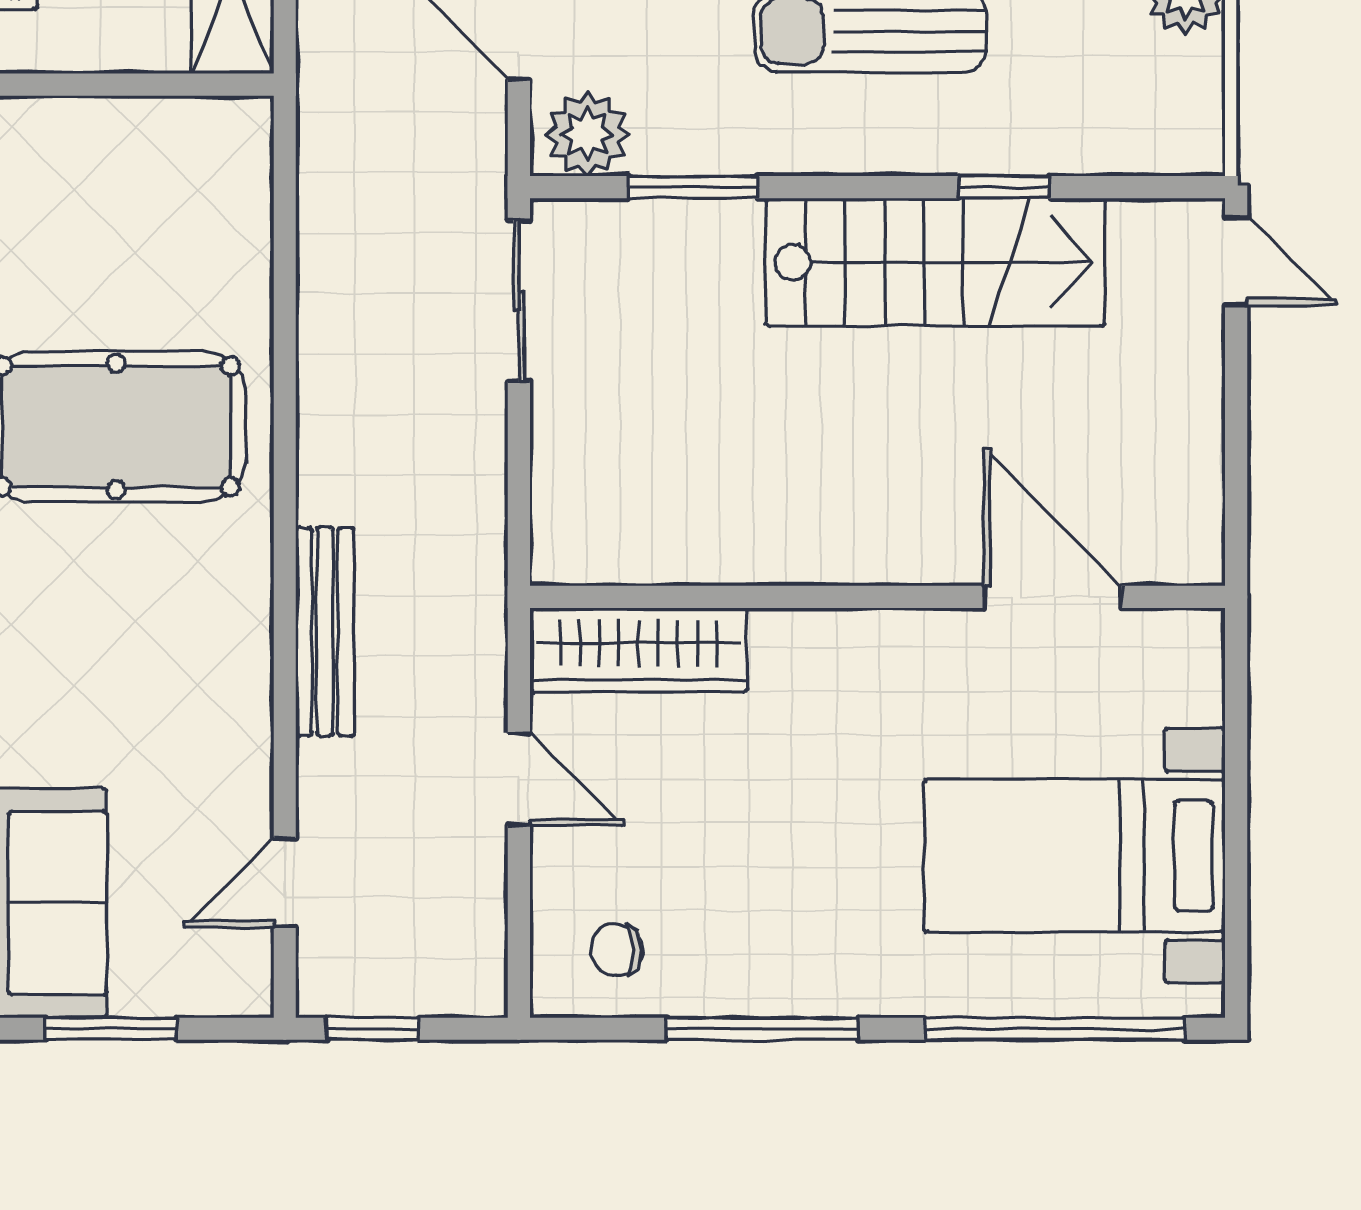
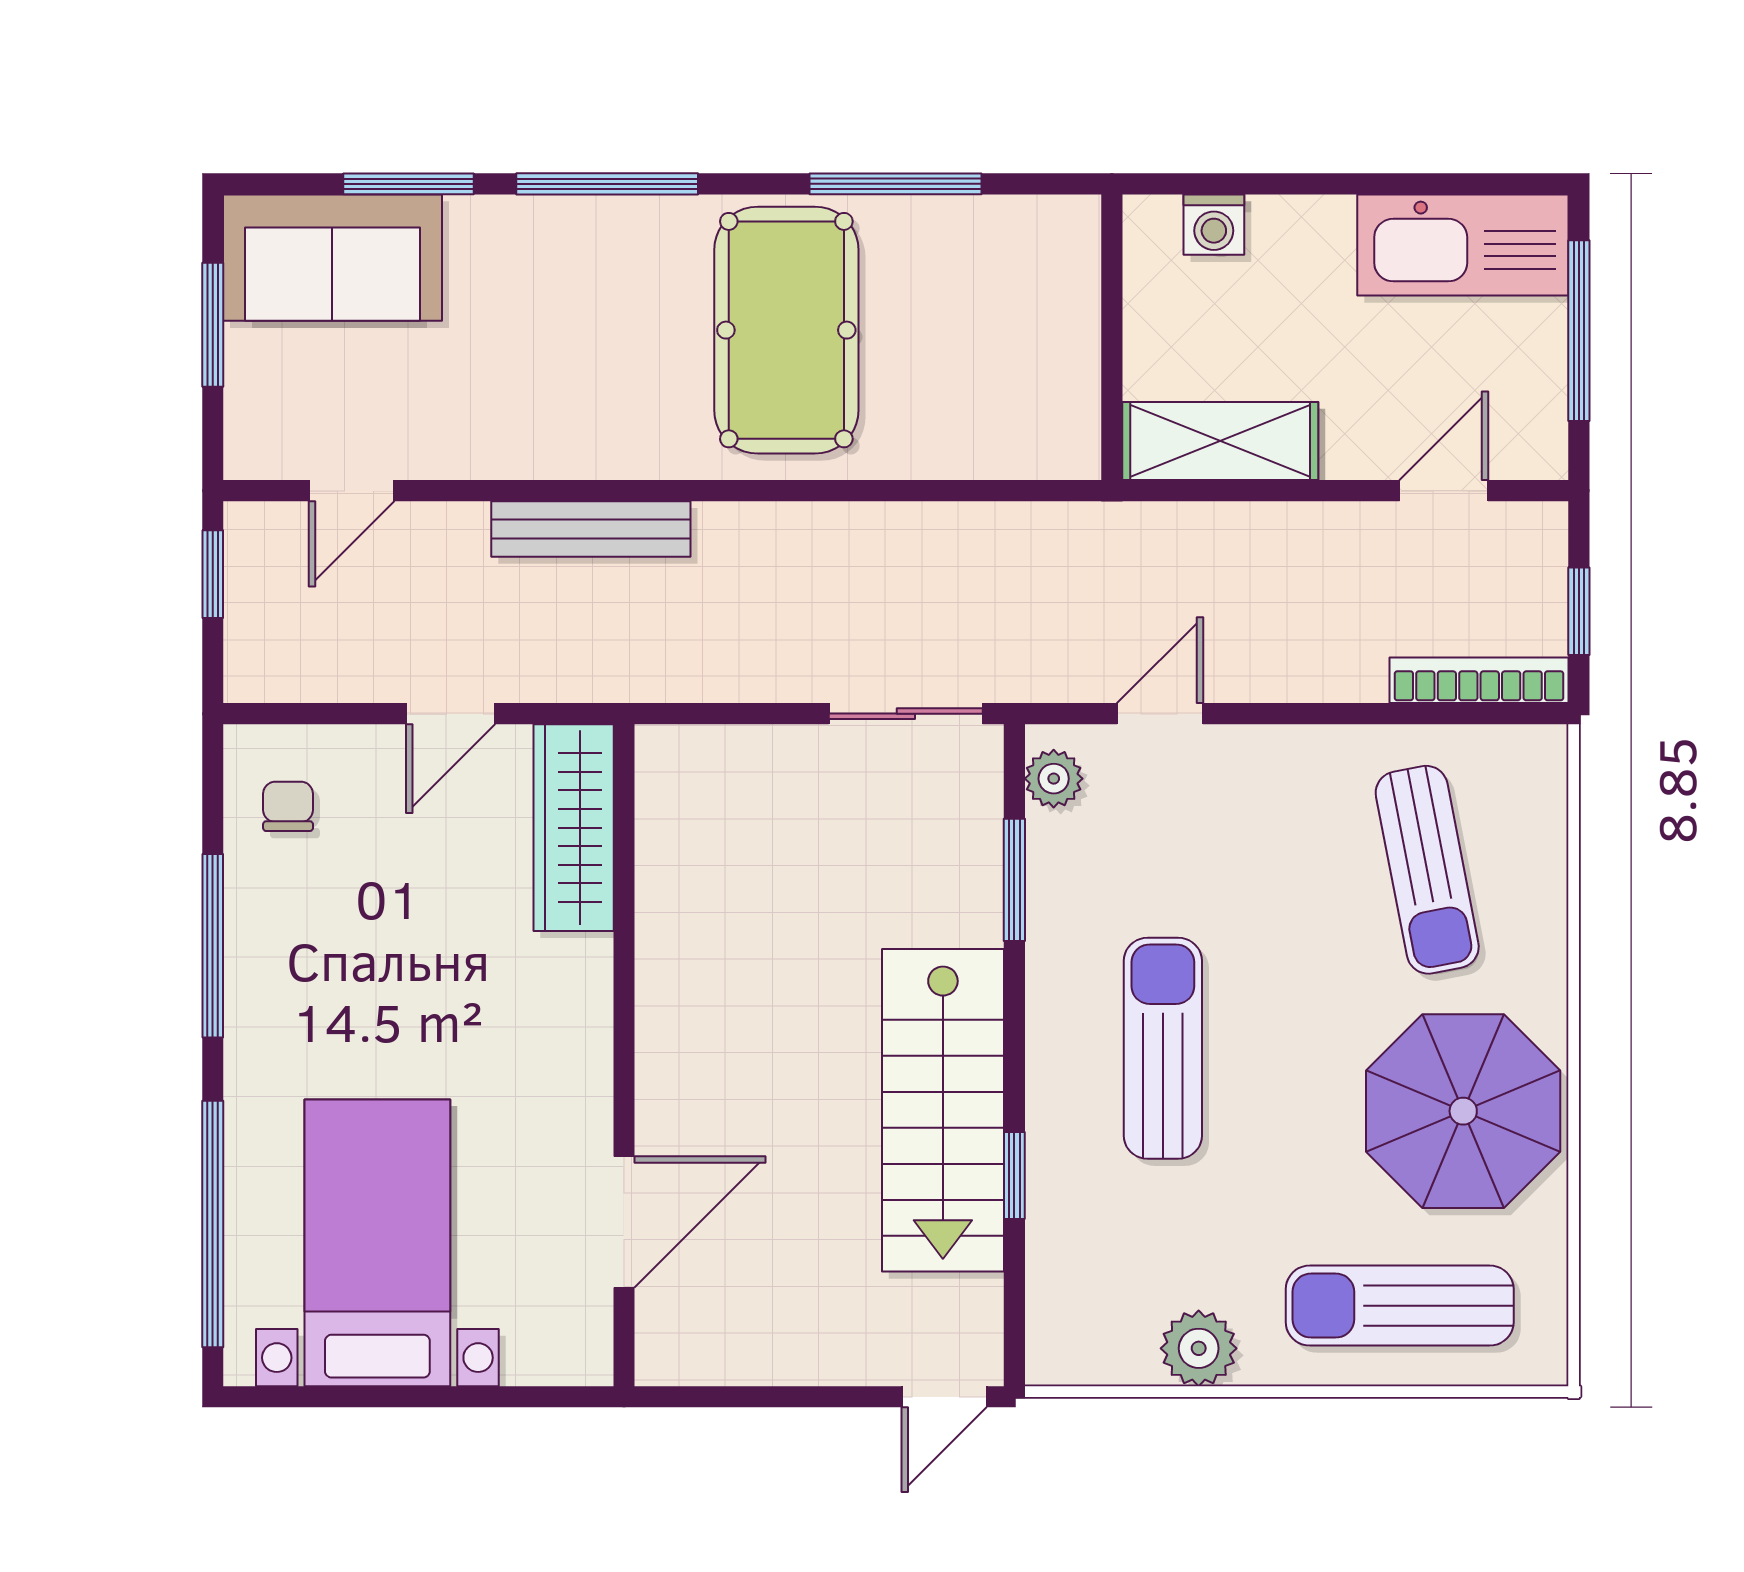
plant: (587, 134) -> (1054, 779), width x0.73, depth x0.73
door: (285, 883) -> (352, 491), swing flipped

